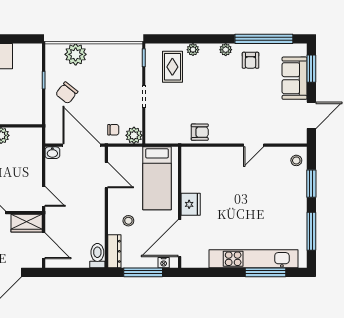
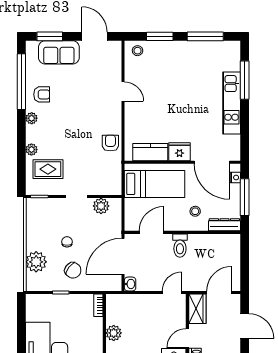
bookcase: (30, 120) -> (98, 305), added
chair: (113, 130) -> (67, 242), moved
plant: (134, 135) -> (101, 206), moved
kitchen counter: (190, 174) -> (150, 152), added
toilet: (97, 256) -> (180, 246), moved, turned -90
kitchen unit: (254, 259) -> (232, 103), width x0.73

